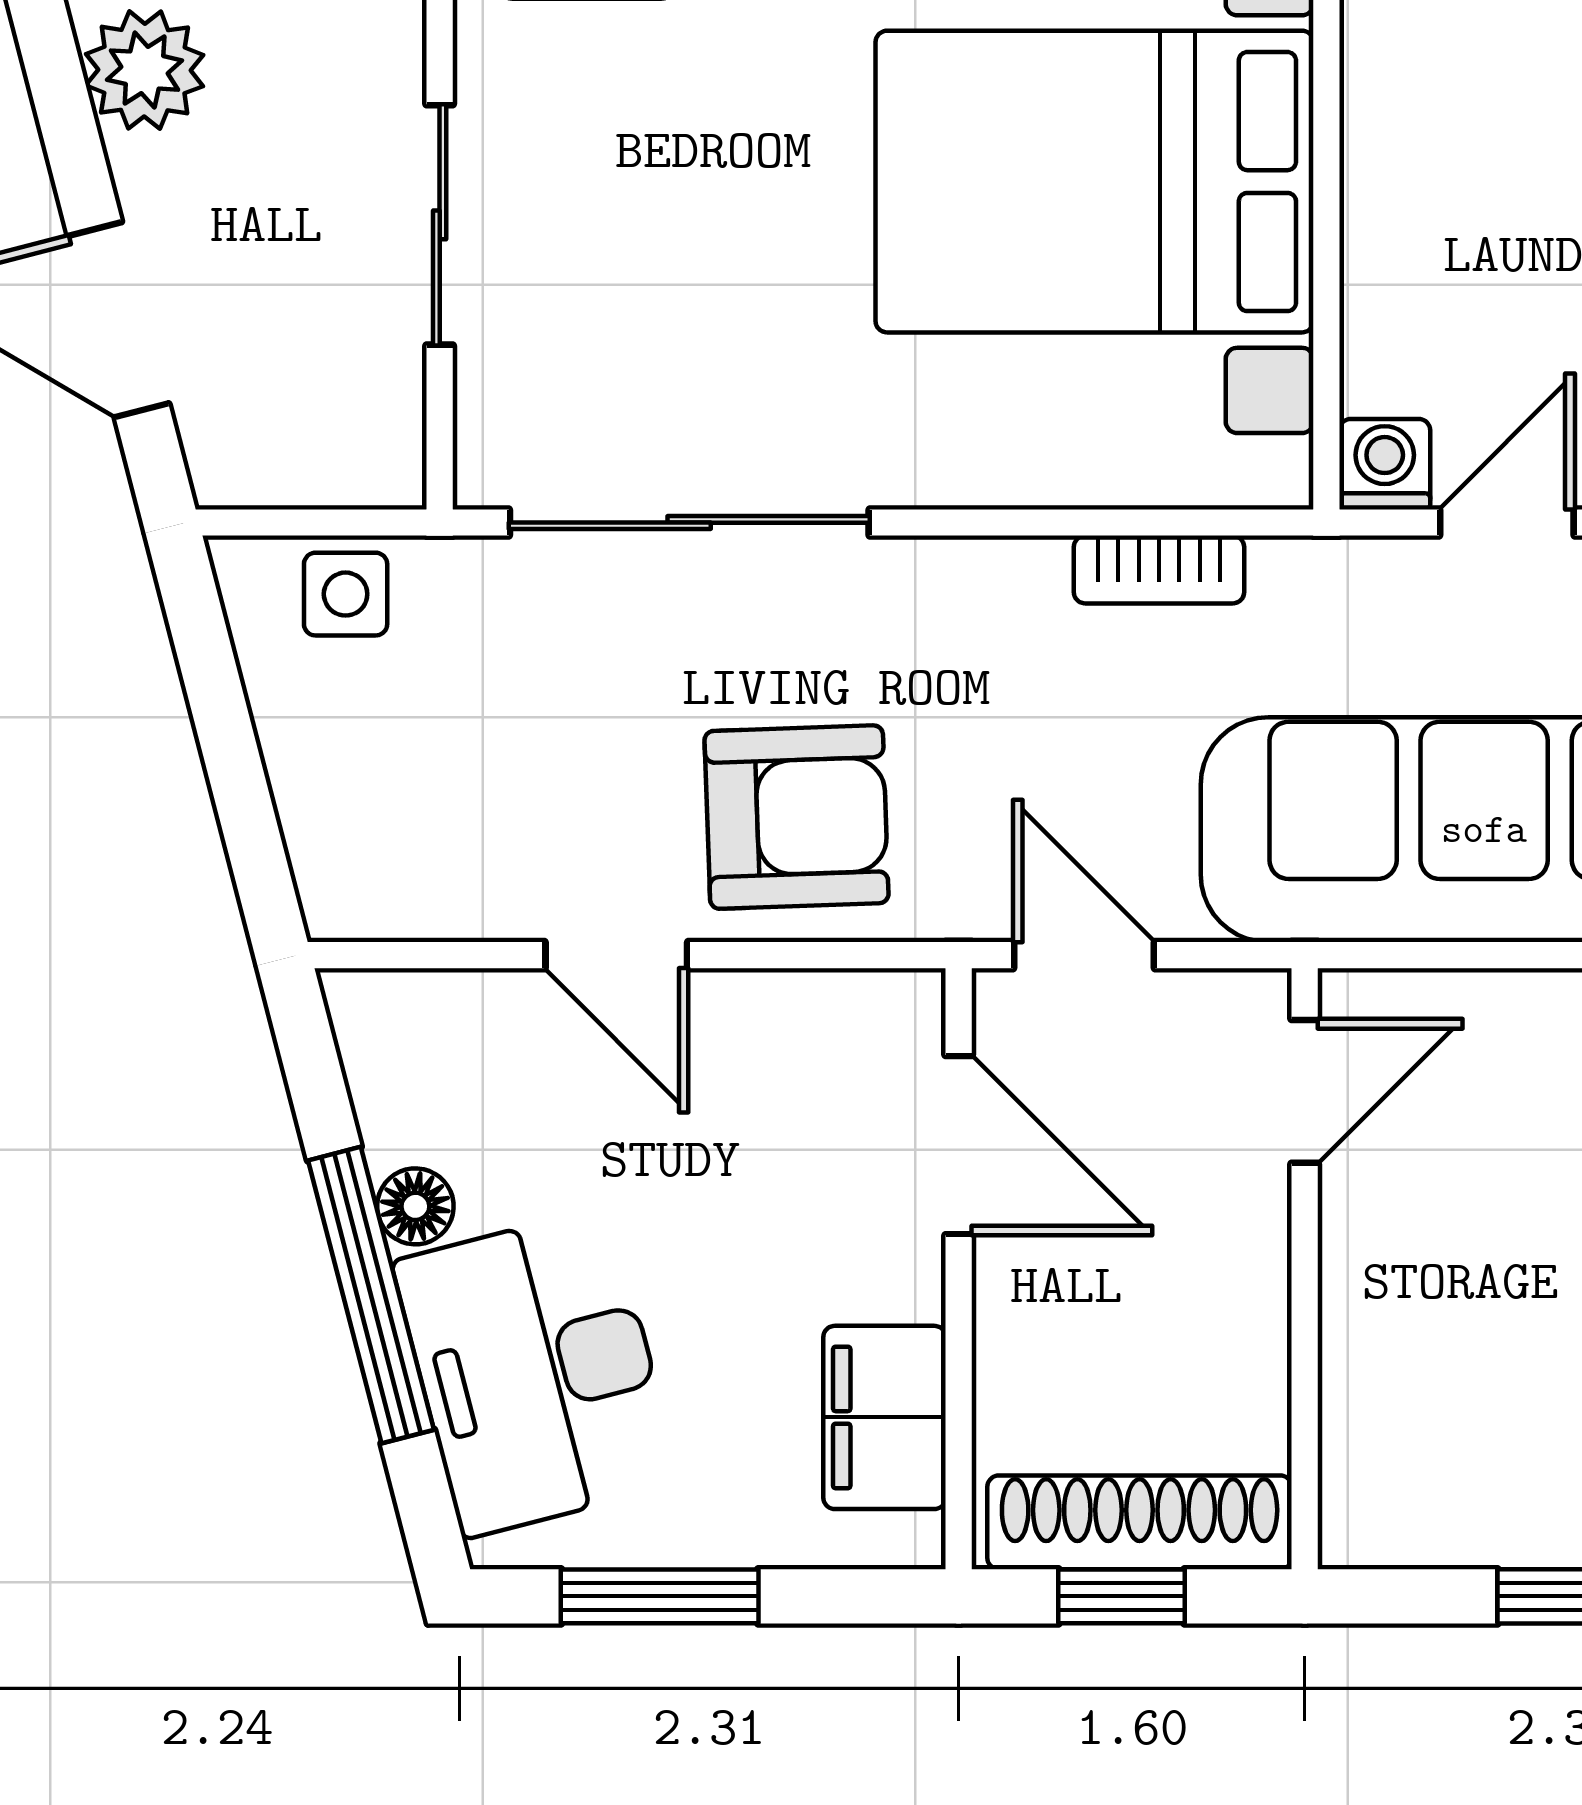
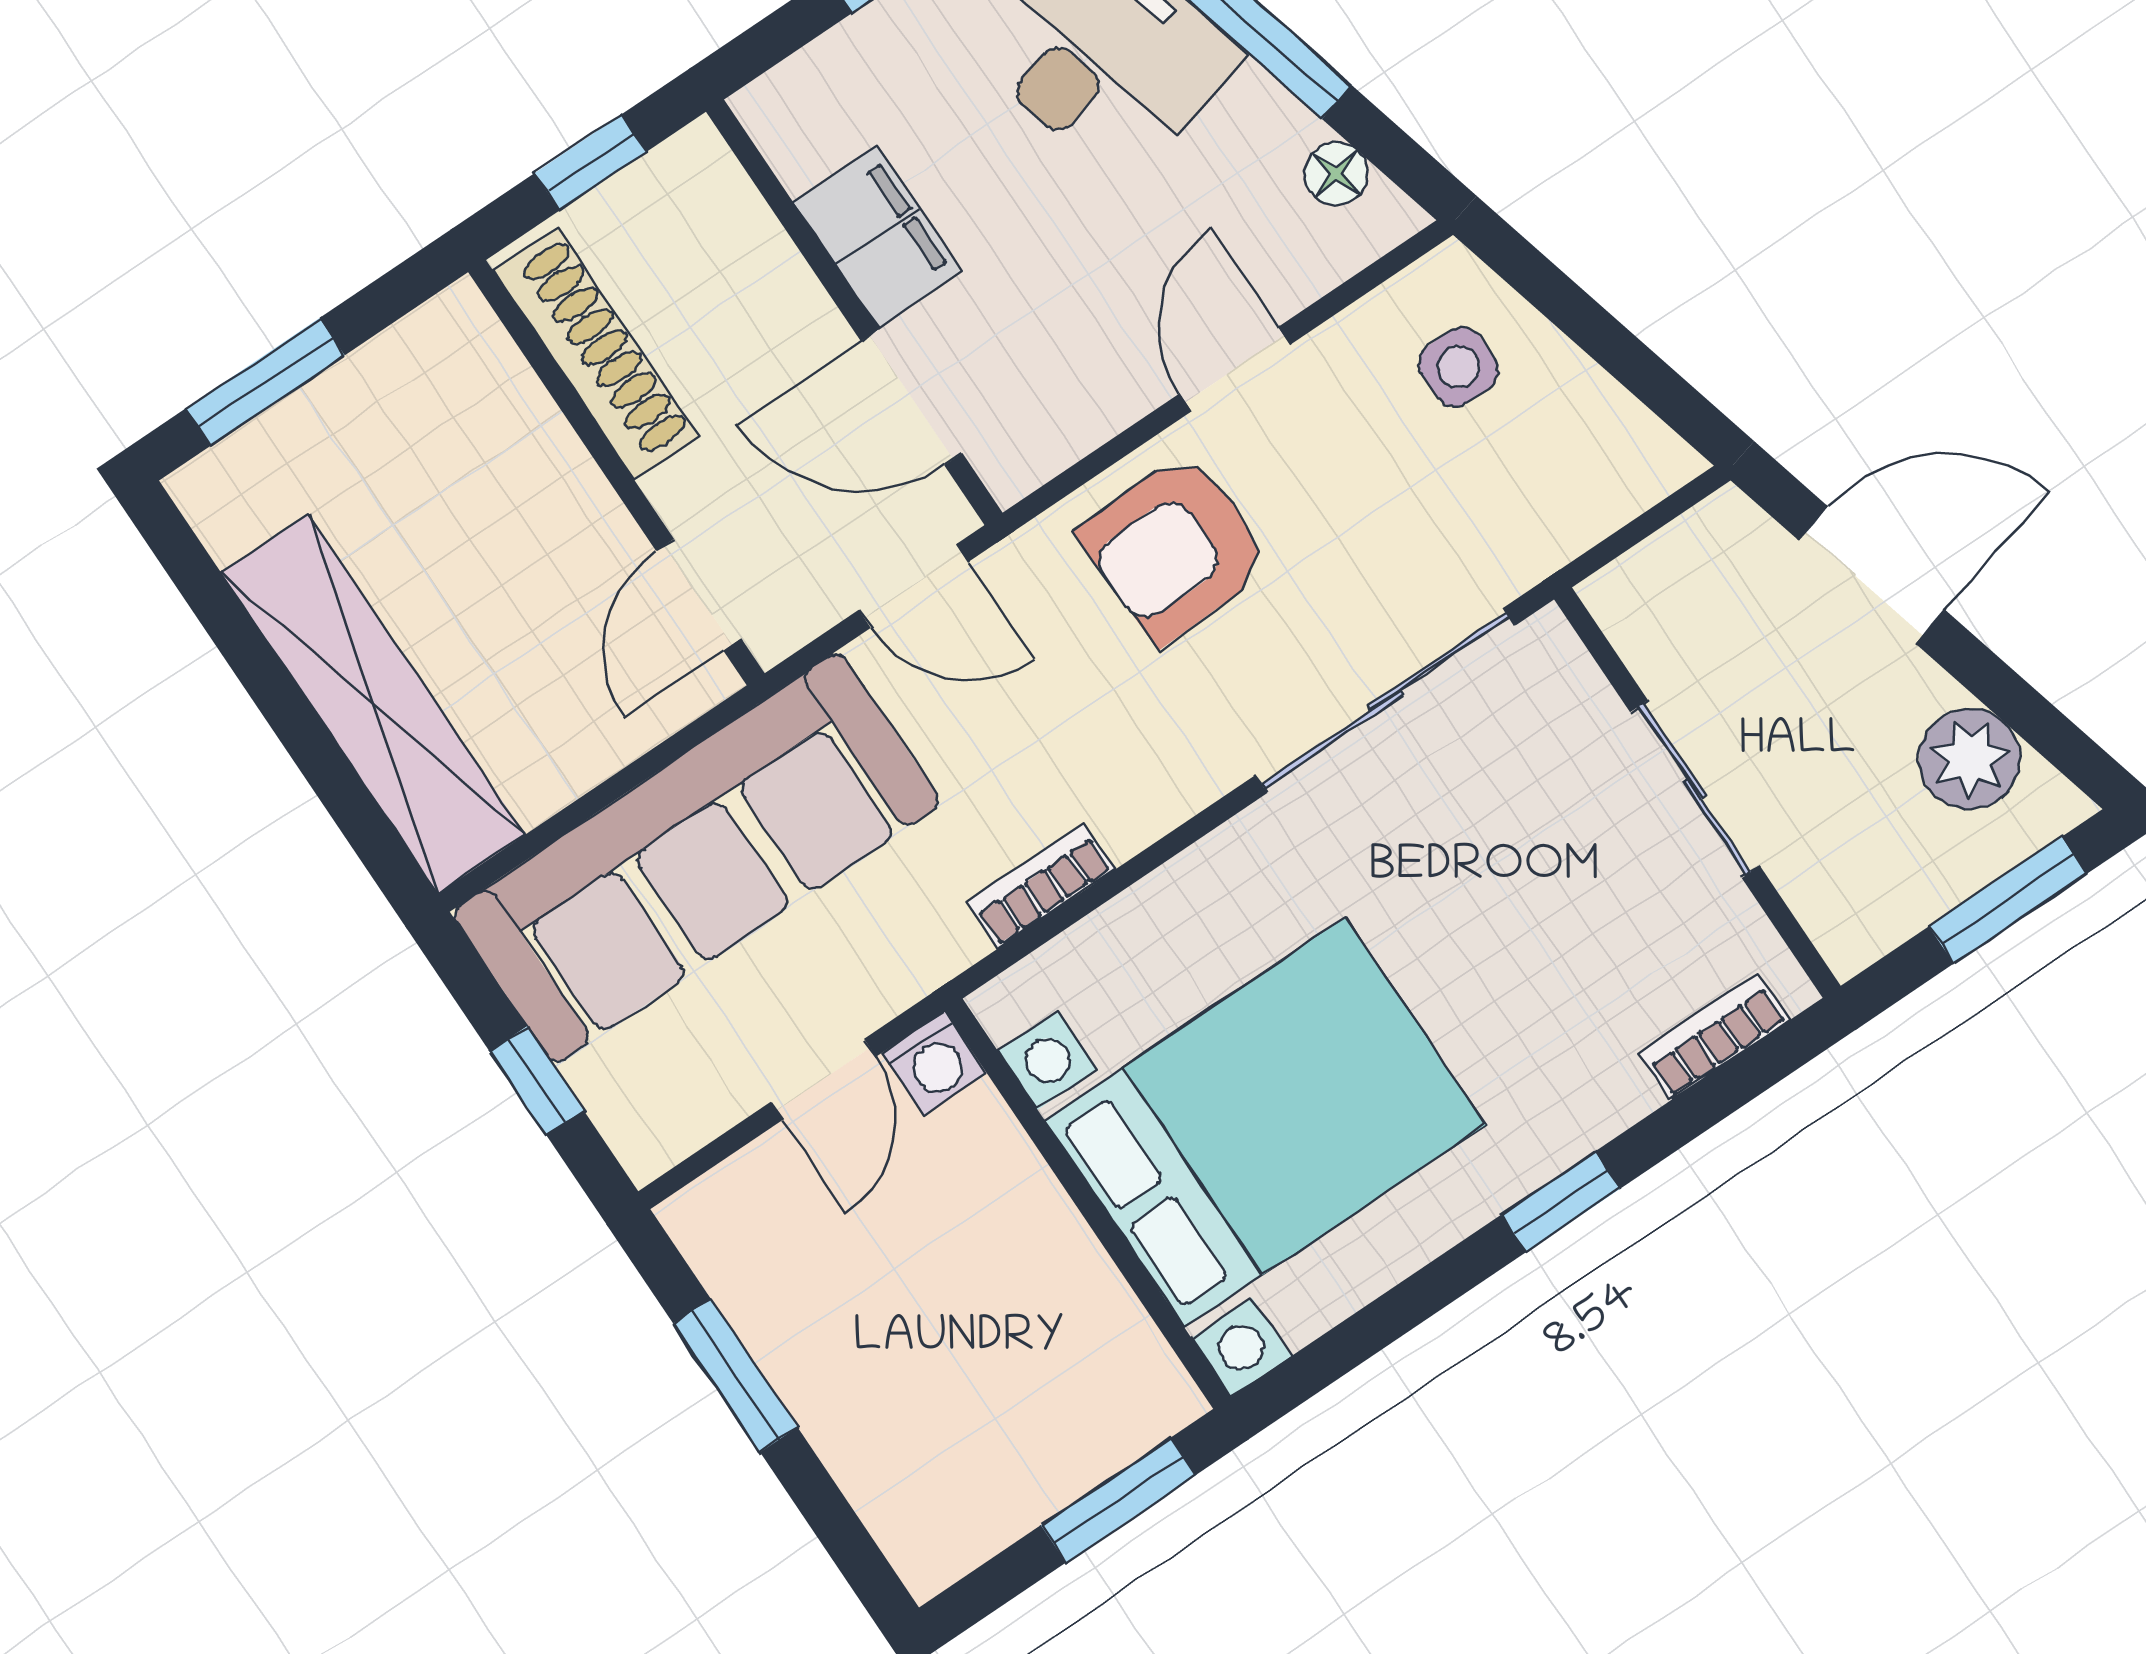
side table: (346, 594) -> (1459, 367), moved
door: (616, 955) -> (1235, 369), hinge flipped
floor lamp: (415, 1206) -> (1336, 174), moved
filing cabinet: (885, 1417) -> (878, 237), moved
shoe rack: (1140, 1522) -> (596, 353), moved, turned -90

